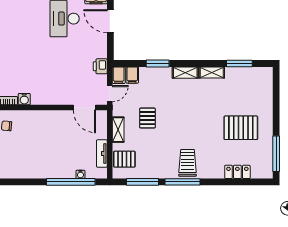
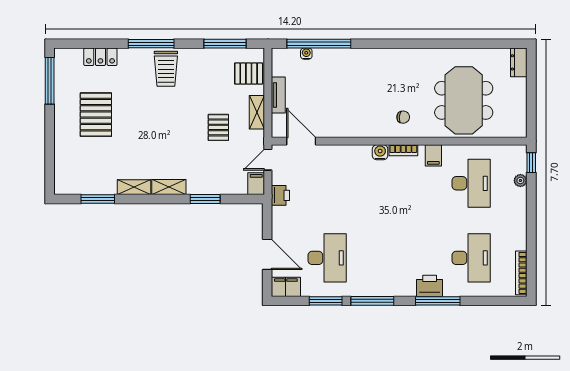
filing cabinet: (132, 75) -> (238, 184), removed
pallet: (241, 128) -> (96, 115), turned 90
tv unit: (102, 154) -> (278, 95), moved
window: (183, 182) -> (151, 44), moved

